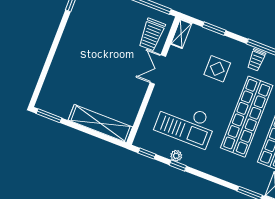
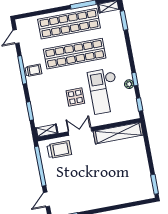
display table: (217, 69) -> (75, 97), moved
double door: (158, 70) -> (80, 131), swing flipped
shelving: (100, 124) -> (118, 133), moved, turned 90
checkout: (186, 124) -> (104, 91), turned 180

